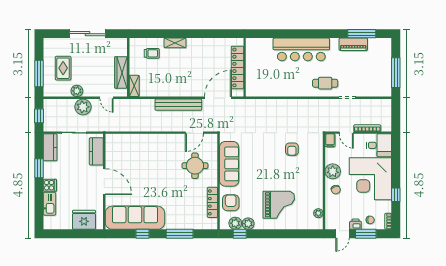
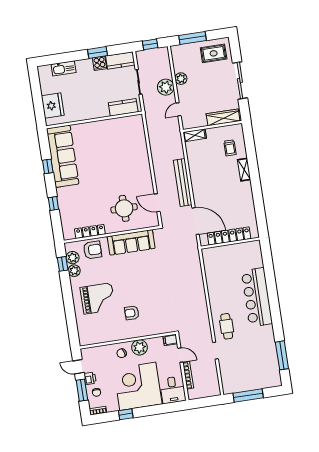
piano: (353, 44) -> (270, 348), removed
rug: (63, 68) -> (214, 53), moved
wardrobe: (121, 72) -> (223, 117), moved
door: (346, 133) -> (180, 355), swing flipped
armchair: (292, 149) -> (132, 313), moved
door: (104, 182) -> (94, 120), removed
cooker: (50, 185) -> (100, 63), moved
grand piano: (279, 205) -> (98, 298), turned -90
plant: (318, 213) -> (95, 339), removed
window: (180, 234) -> (53, 204), width x0.46

